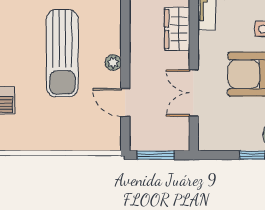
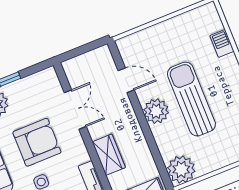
plant: (113, 62) -> (156, 111), width x1.87, depth x1.87
window: (156, 155) -> (85, 48), removed

